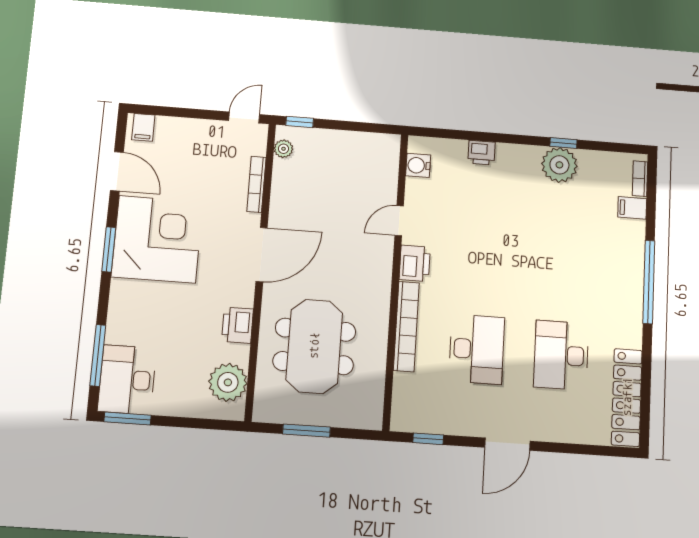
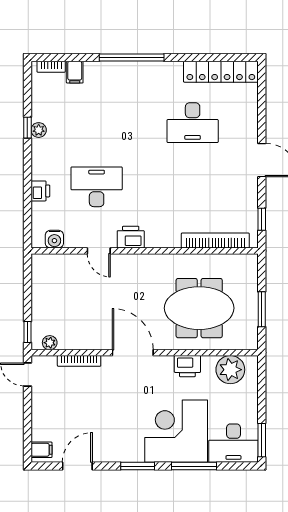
plant: (559, 165) -> (39, 130), width x0.53, depth x0.53
corner desk: (157, 239) -> (176, 431), moved
bookcase: (406, 327) -> (215, 241), moved
desk: (477, 349) -> (97, 187), moved
window: (98, 355) -> (194, 466), moved

